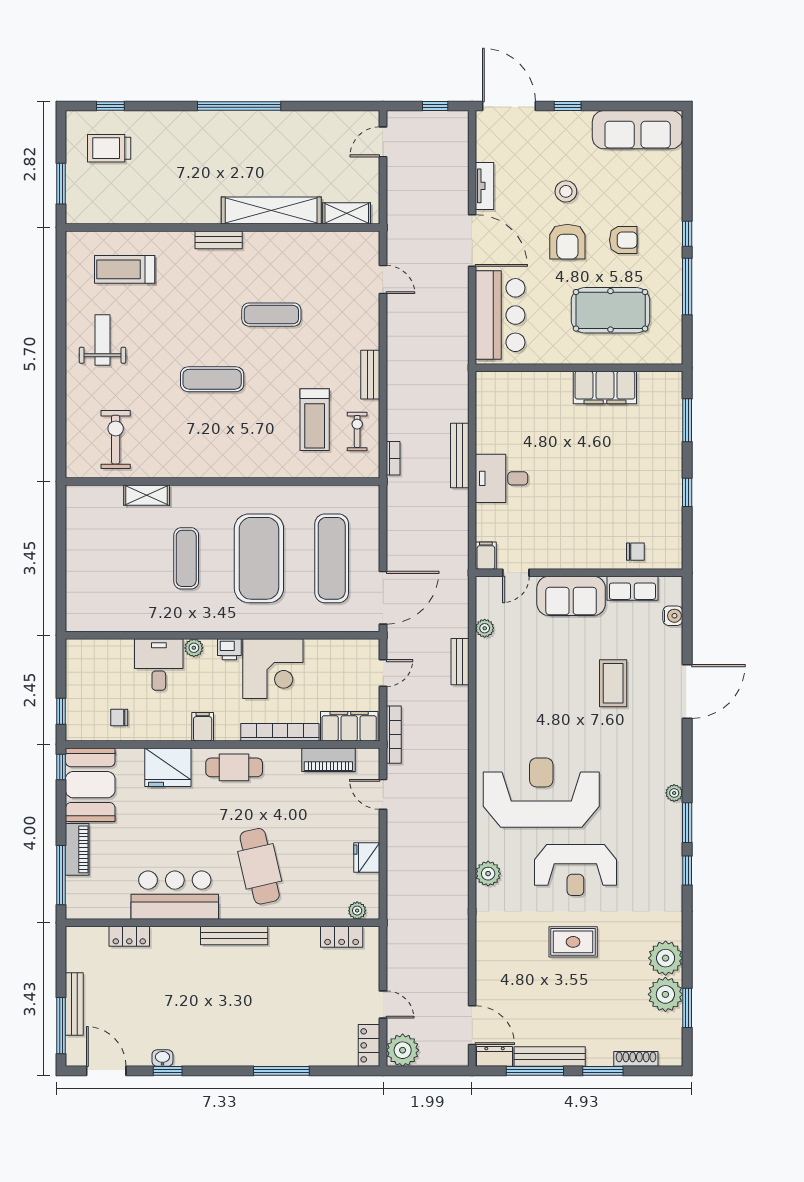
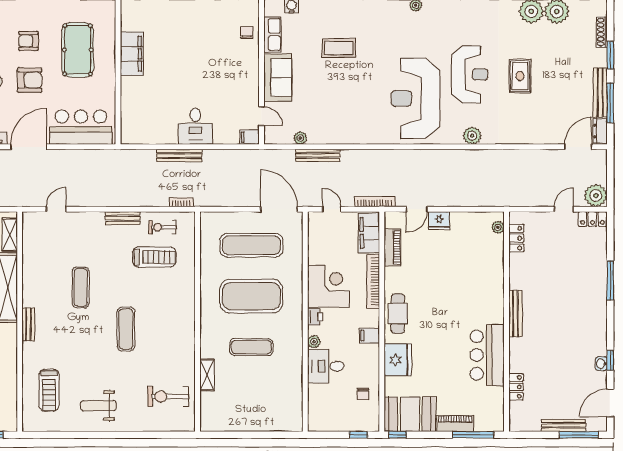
armchair: (623, 240) -> (28, 41), turned -90
bench: (460, 662) -> (318, 155), width x1.36
fridge: (367, 857) -> (439, 221), moved
cafe table: (260, 866) -> (467, 296), removed

